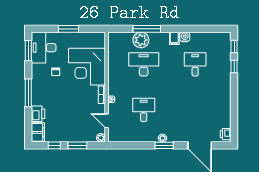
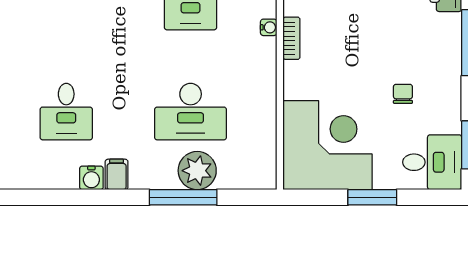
desk: (44, 48) -> (432, 162), width x0.73
corner desk: (87, 67) -> (328, 145), moved

